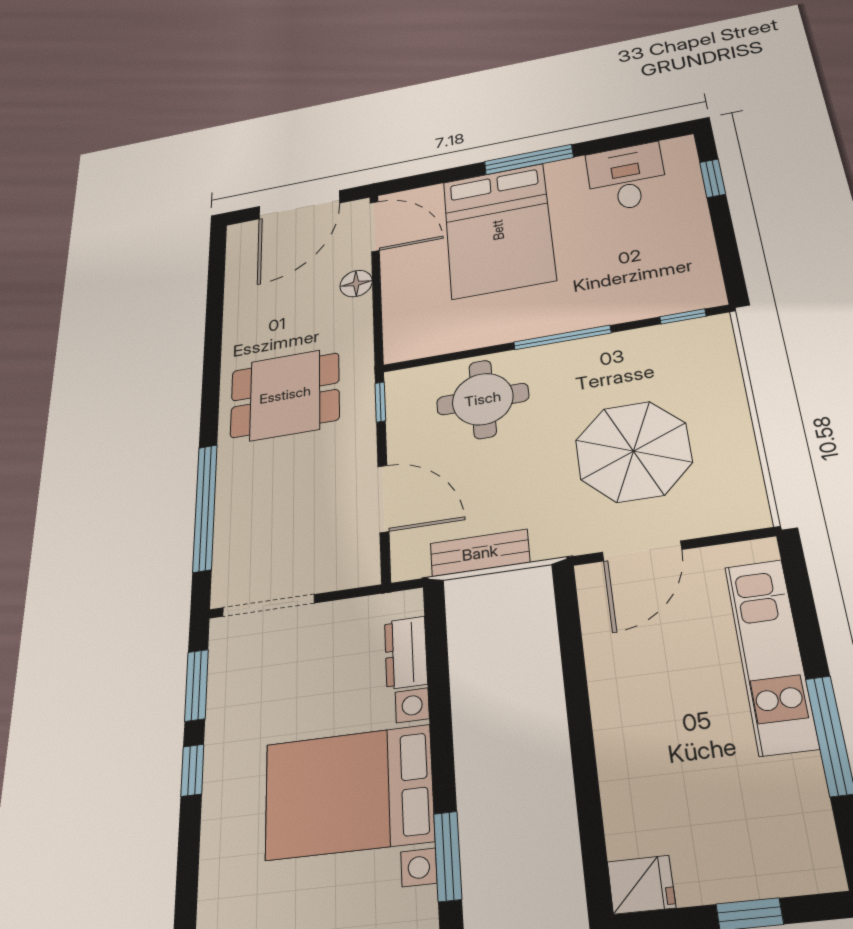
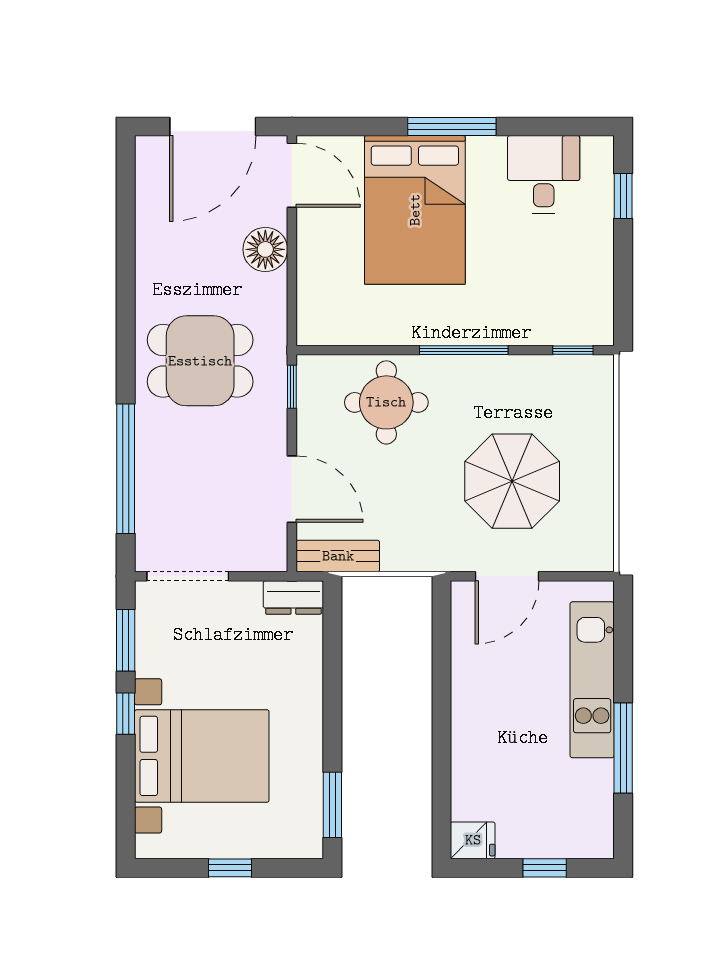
floor lamp: (356, 284) -> (265, 249), width x1.38, depth x1.38
bench: (480, 553) -> (338, 556), moved
dresser: (406, 653) -> (293, 597), moved, turned -90
bed with nightstands: (348, 792) -> (202, 756), moved, turned 180

